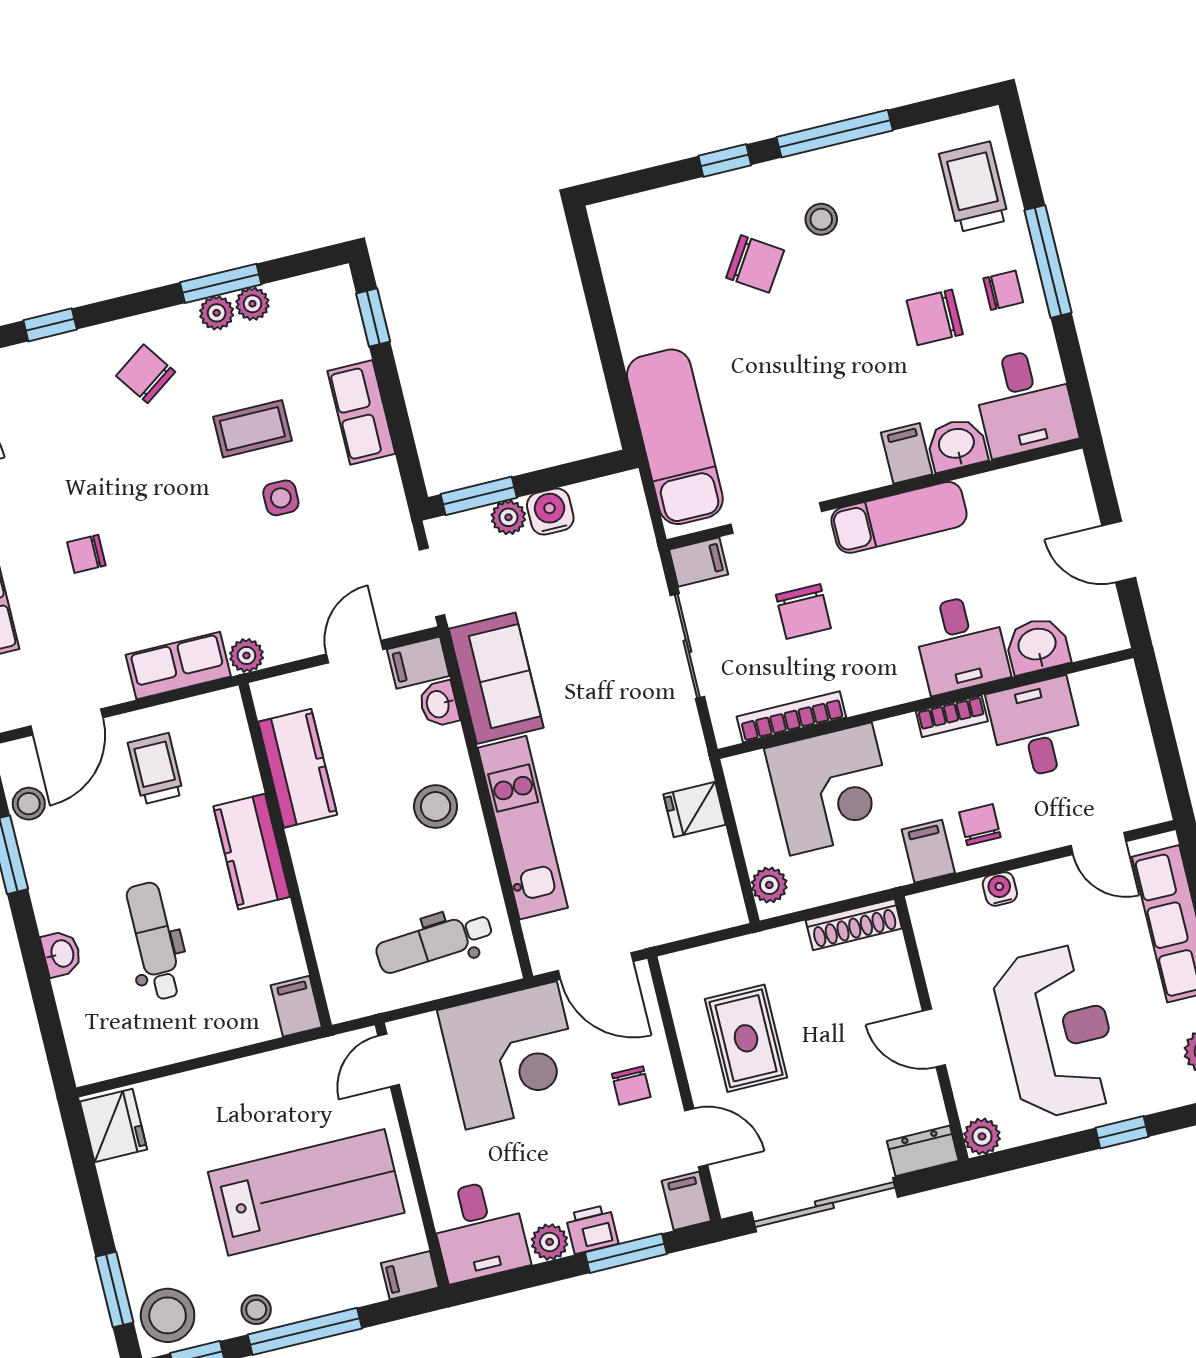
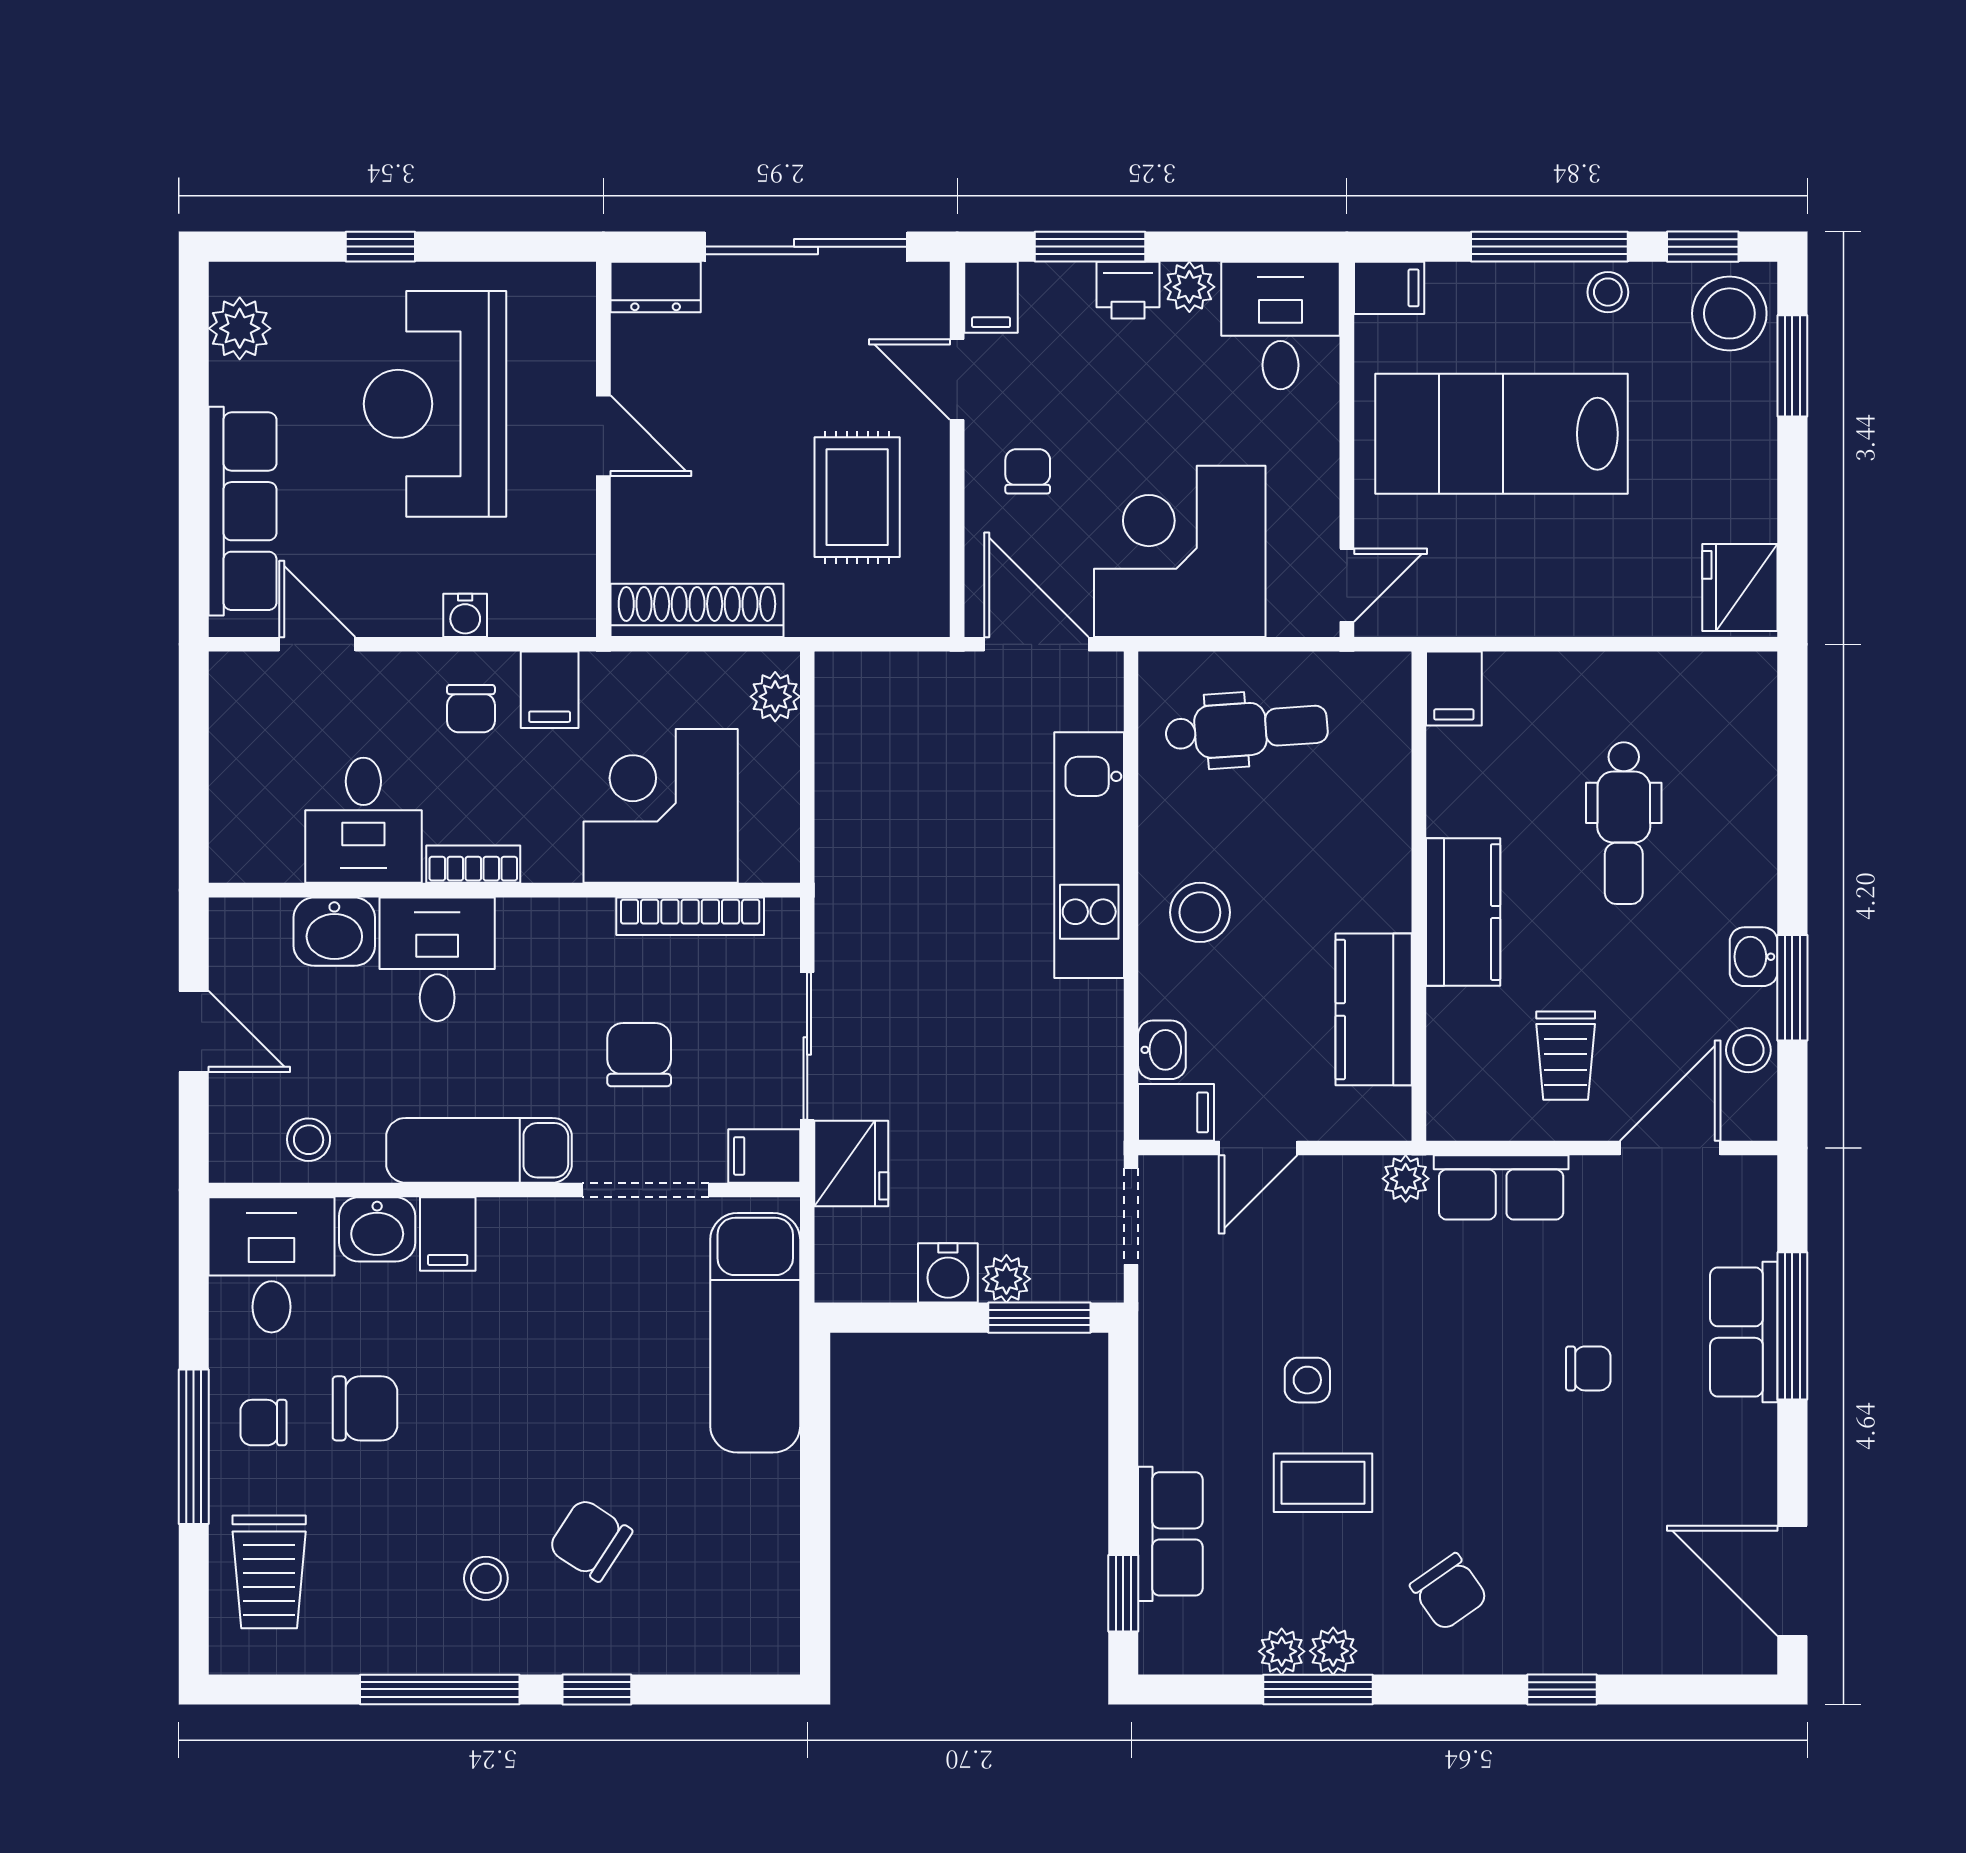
row of seats: (361, 412) -> (1170, 1534), moved
stool: (1020, 496) -> (309, 1140), added
sofa: (496, 678) -> (1076, 1066), removed
fridge: (695, 810) -> (851, 1164), moved, width x1.38
shoe rack: (854, 924) -> (697, 610), width x1.36, depth x1.24
washbasin: (61, 954) -> (1754, 957), moved
plant: (982, 1136) -> (571, 287), removed

